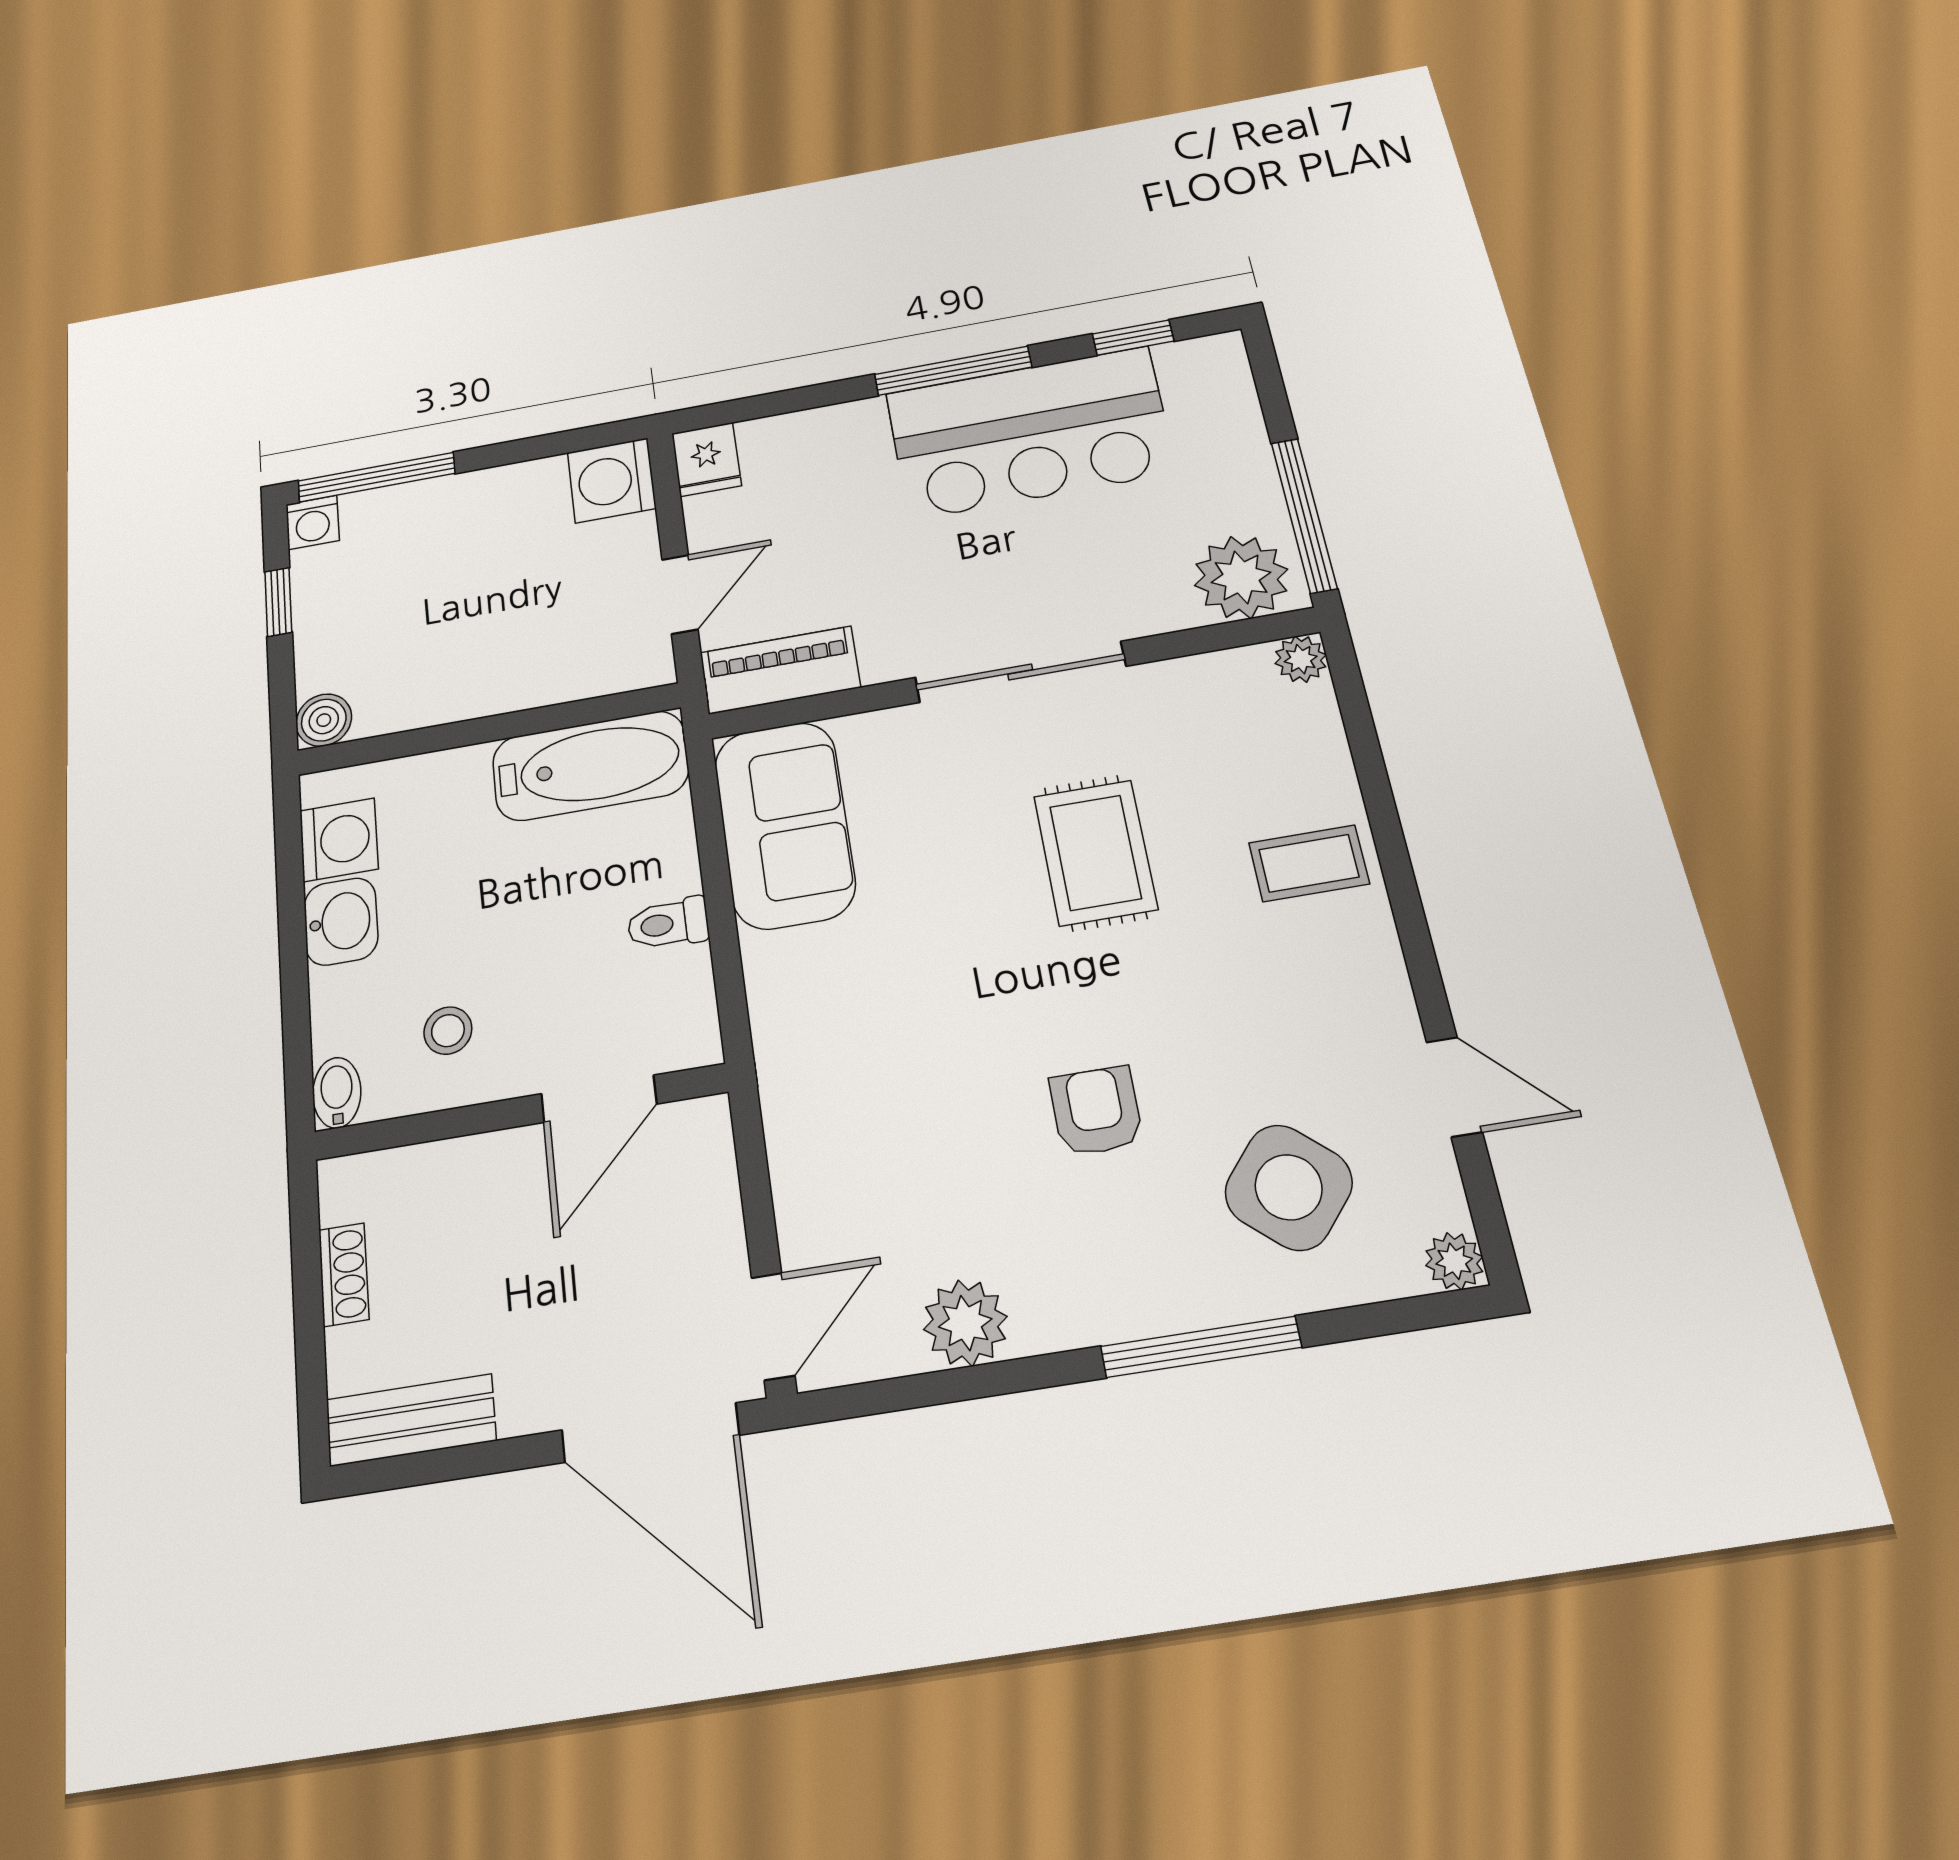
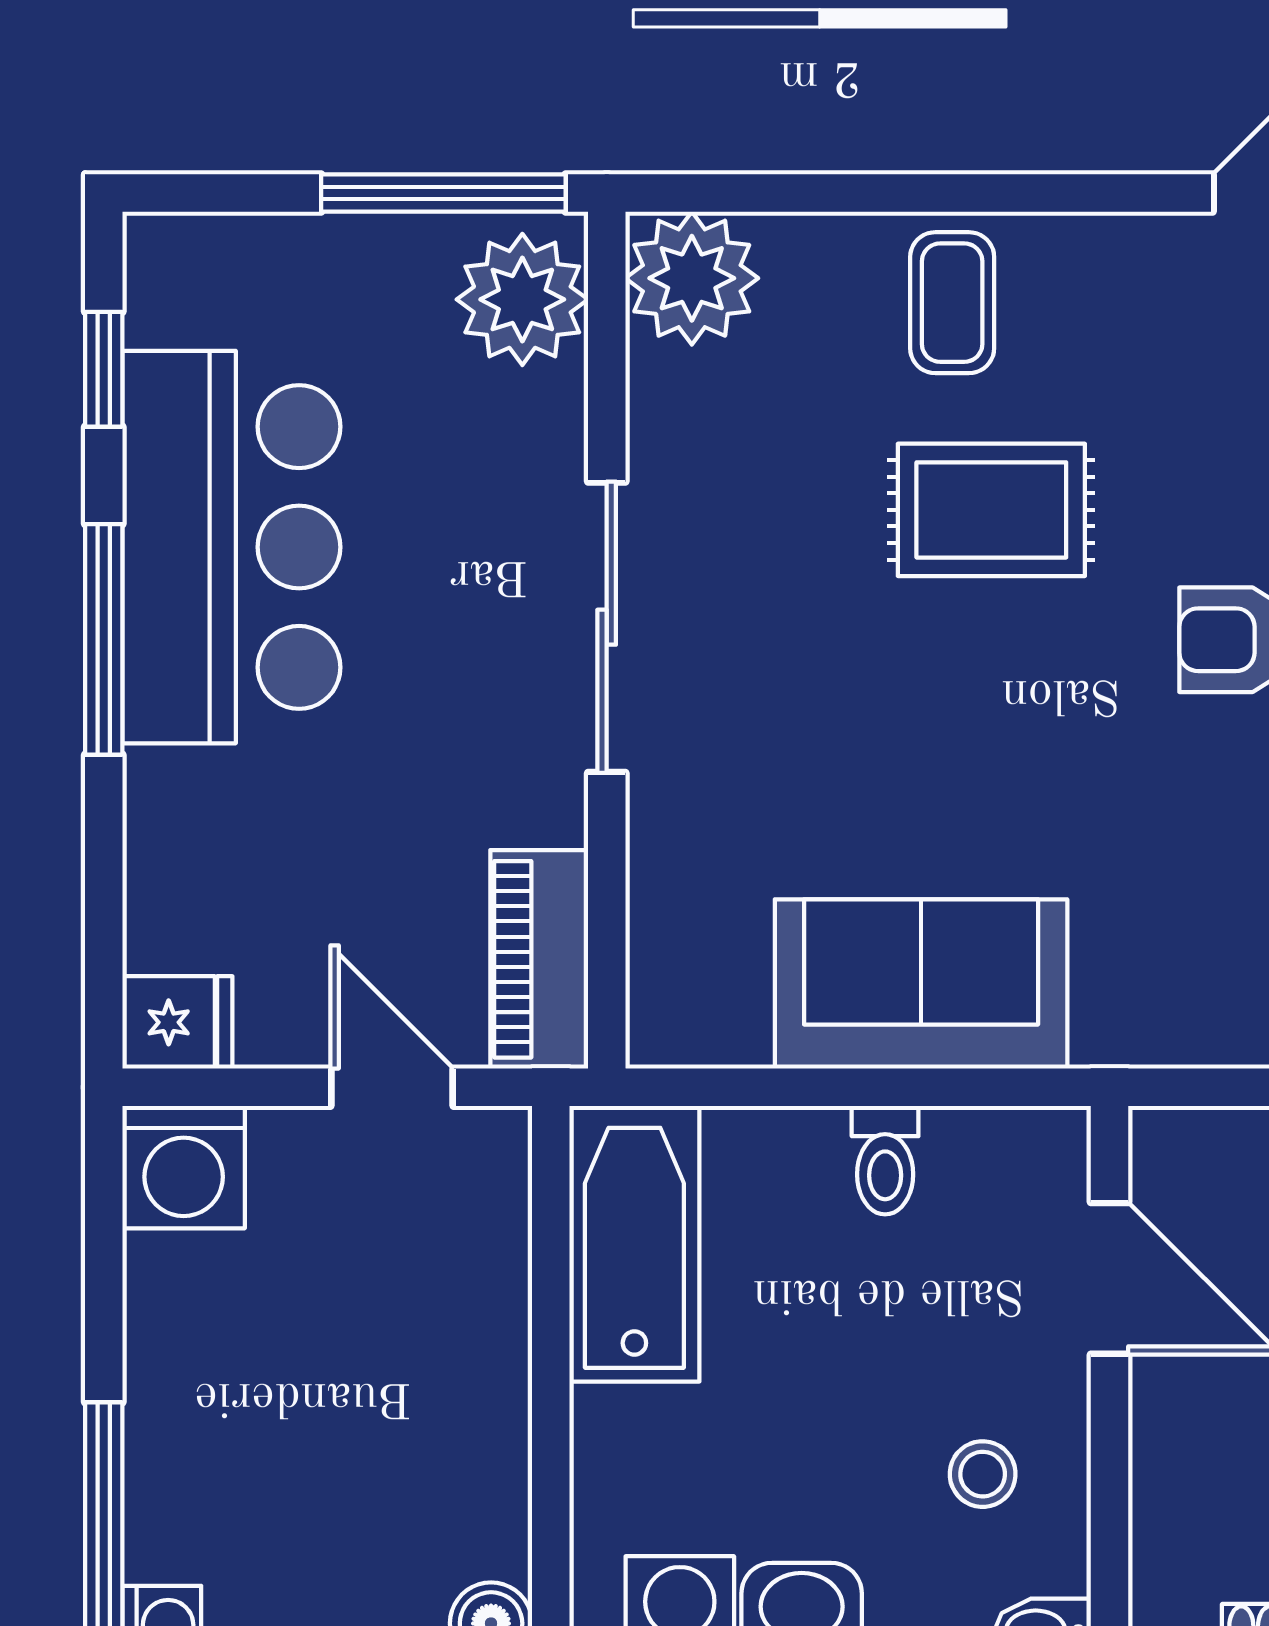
plant: (1301, 659) -> (692, 278), width x1.88, depth x1.88
sofa: (784, 824) -> (921, 984), moved
rug: (1095, 853) -> (991, 510), moved

